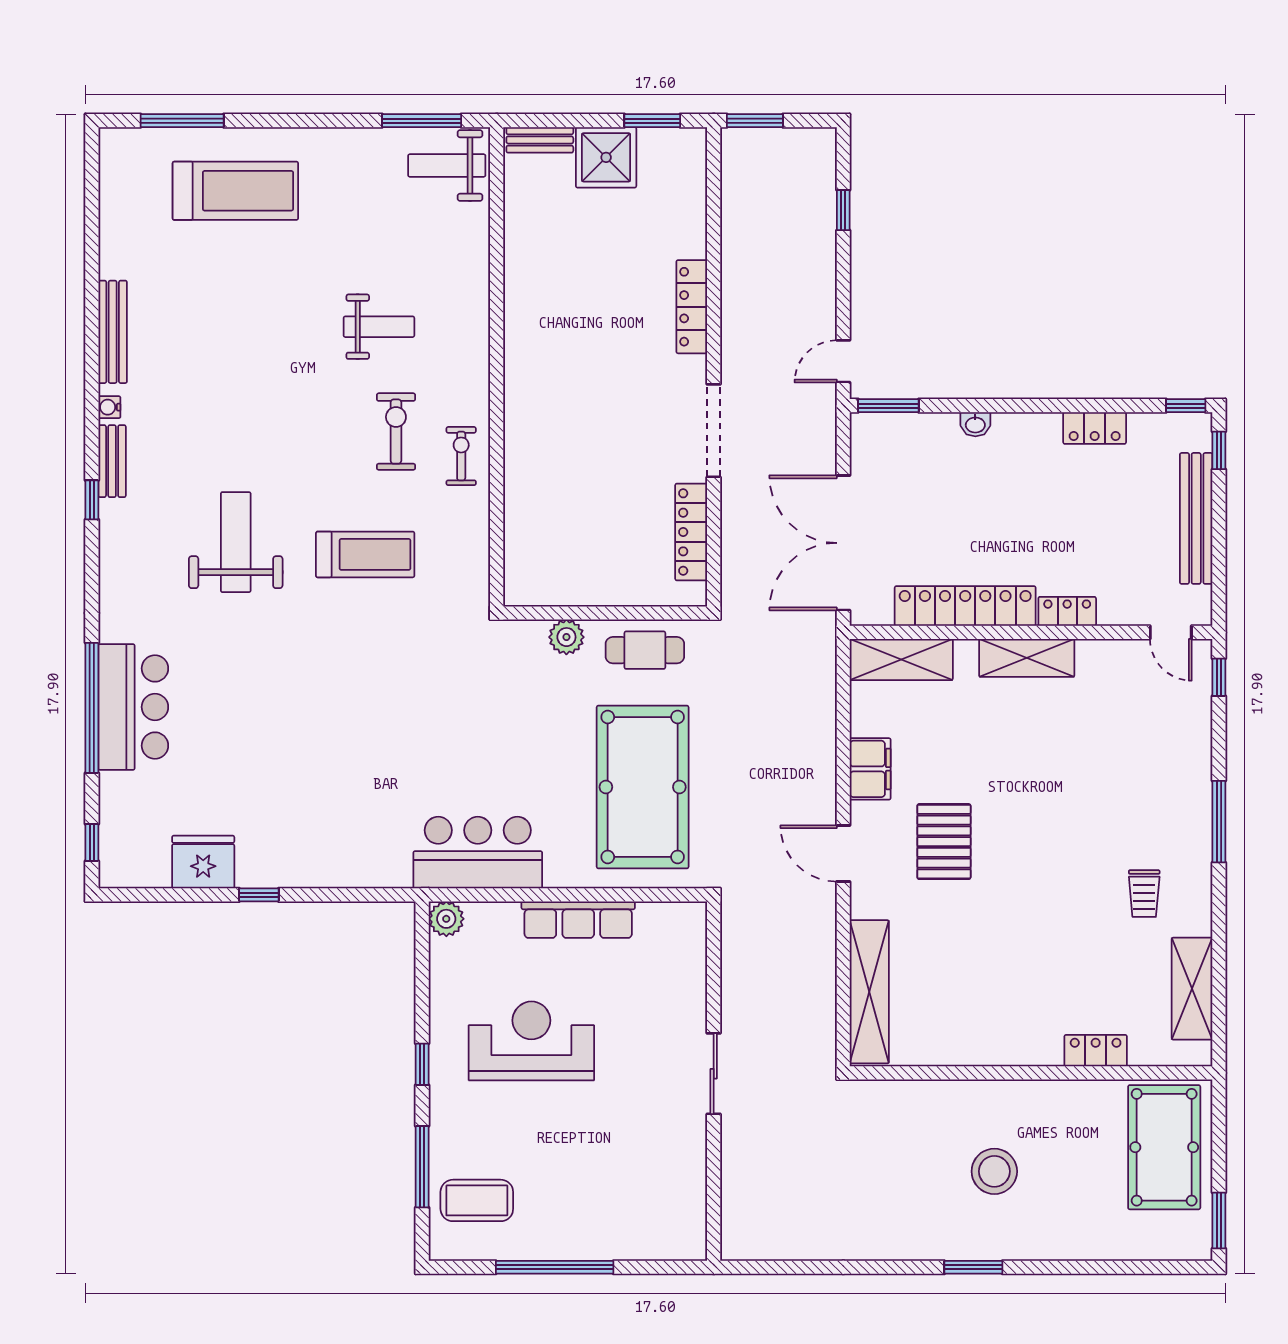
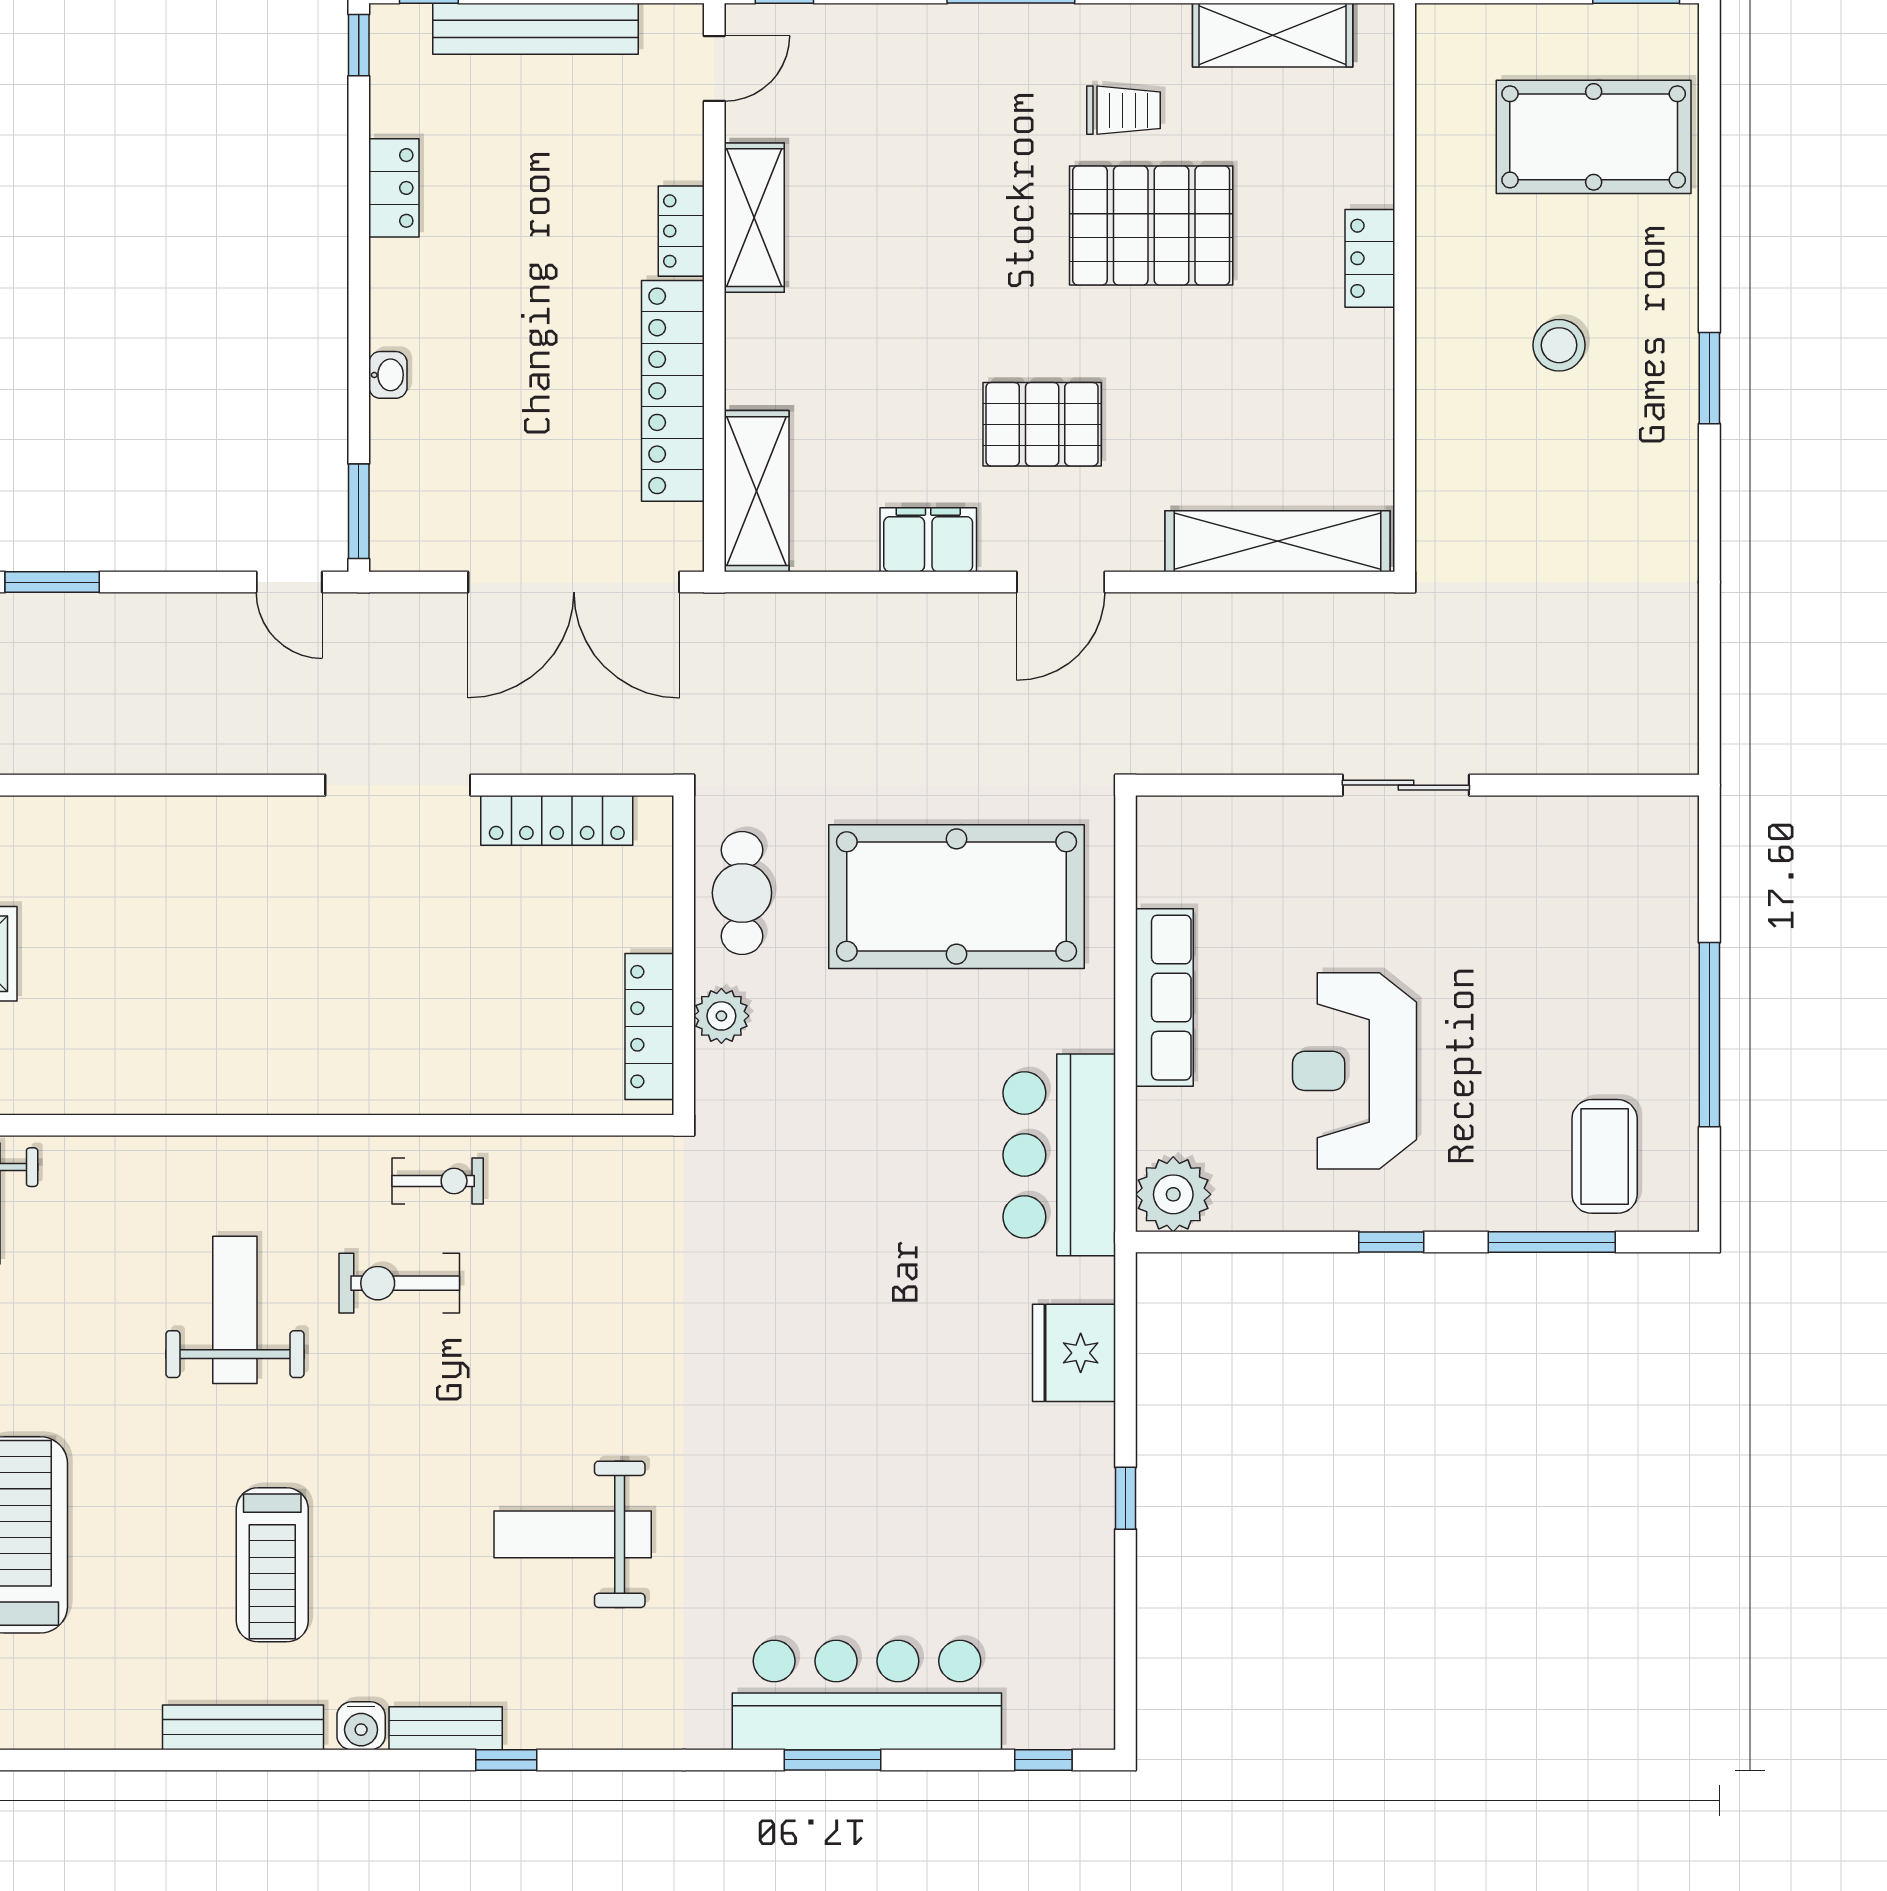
window: (843, 210) -> (52, 582), width x1.50
locker: (692, 307) -> (649, 1027), moved, turned 90
weight bench: (379, 327) -> (235, 1310), width x1.36, depth x1.33
water cooler: (109, 407) -> (361, 1726), width x1.38, depth x1.38
exercise bike: (461, 456) -> (438, 1181), turned 180
treadmill: (365, 554) -> (272, 1565), moved, turned 180
shelving: (1027, 658) -> (754, 218), moved
bar counter: (133, 707) -> (867, 1695), width x1.36
window: (92, 708) -> (832, 1760), width x0.47
fridge: (203, 862) -> (1074, 1353), moved
pallet: (1071, 911) -> (1151, 226), added
plant: (446, 919) -> (1173, 1194), width x1.36, depth x1.36
locker: (1096, 1051) -> (1370, 258), moved
pool table: (1164, 1147) -> (1594, 137), moved
stool: (994, 1171) -> (1559, 345), width x0.73, depth x0.73

